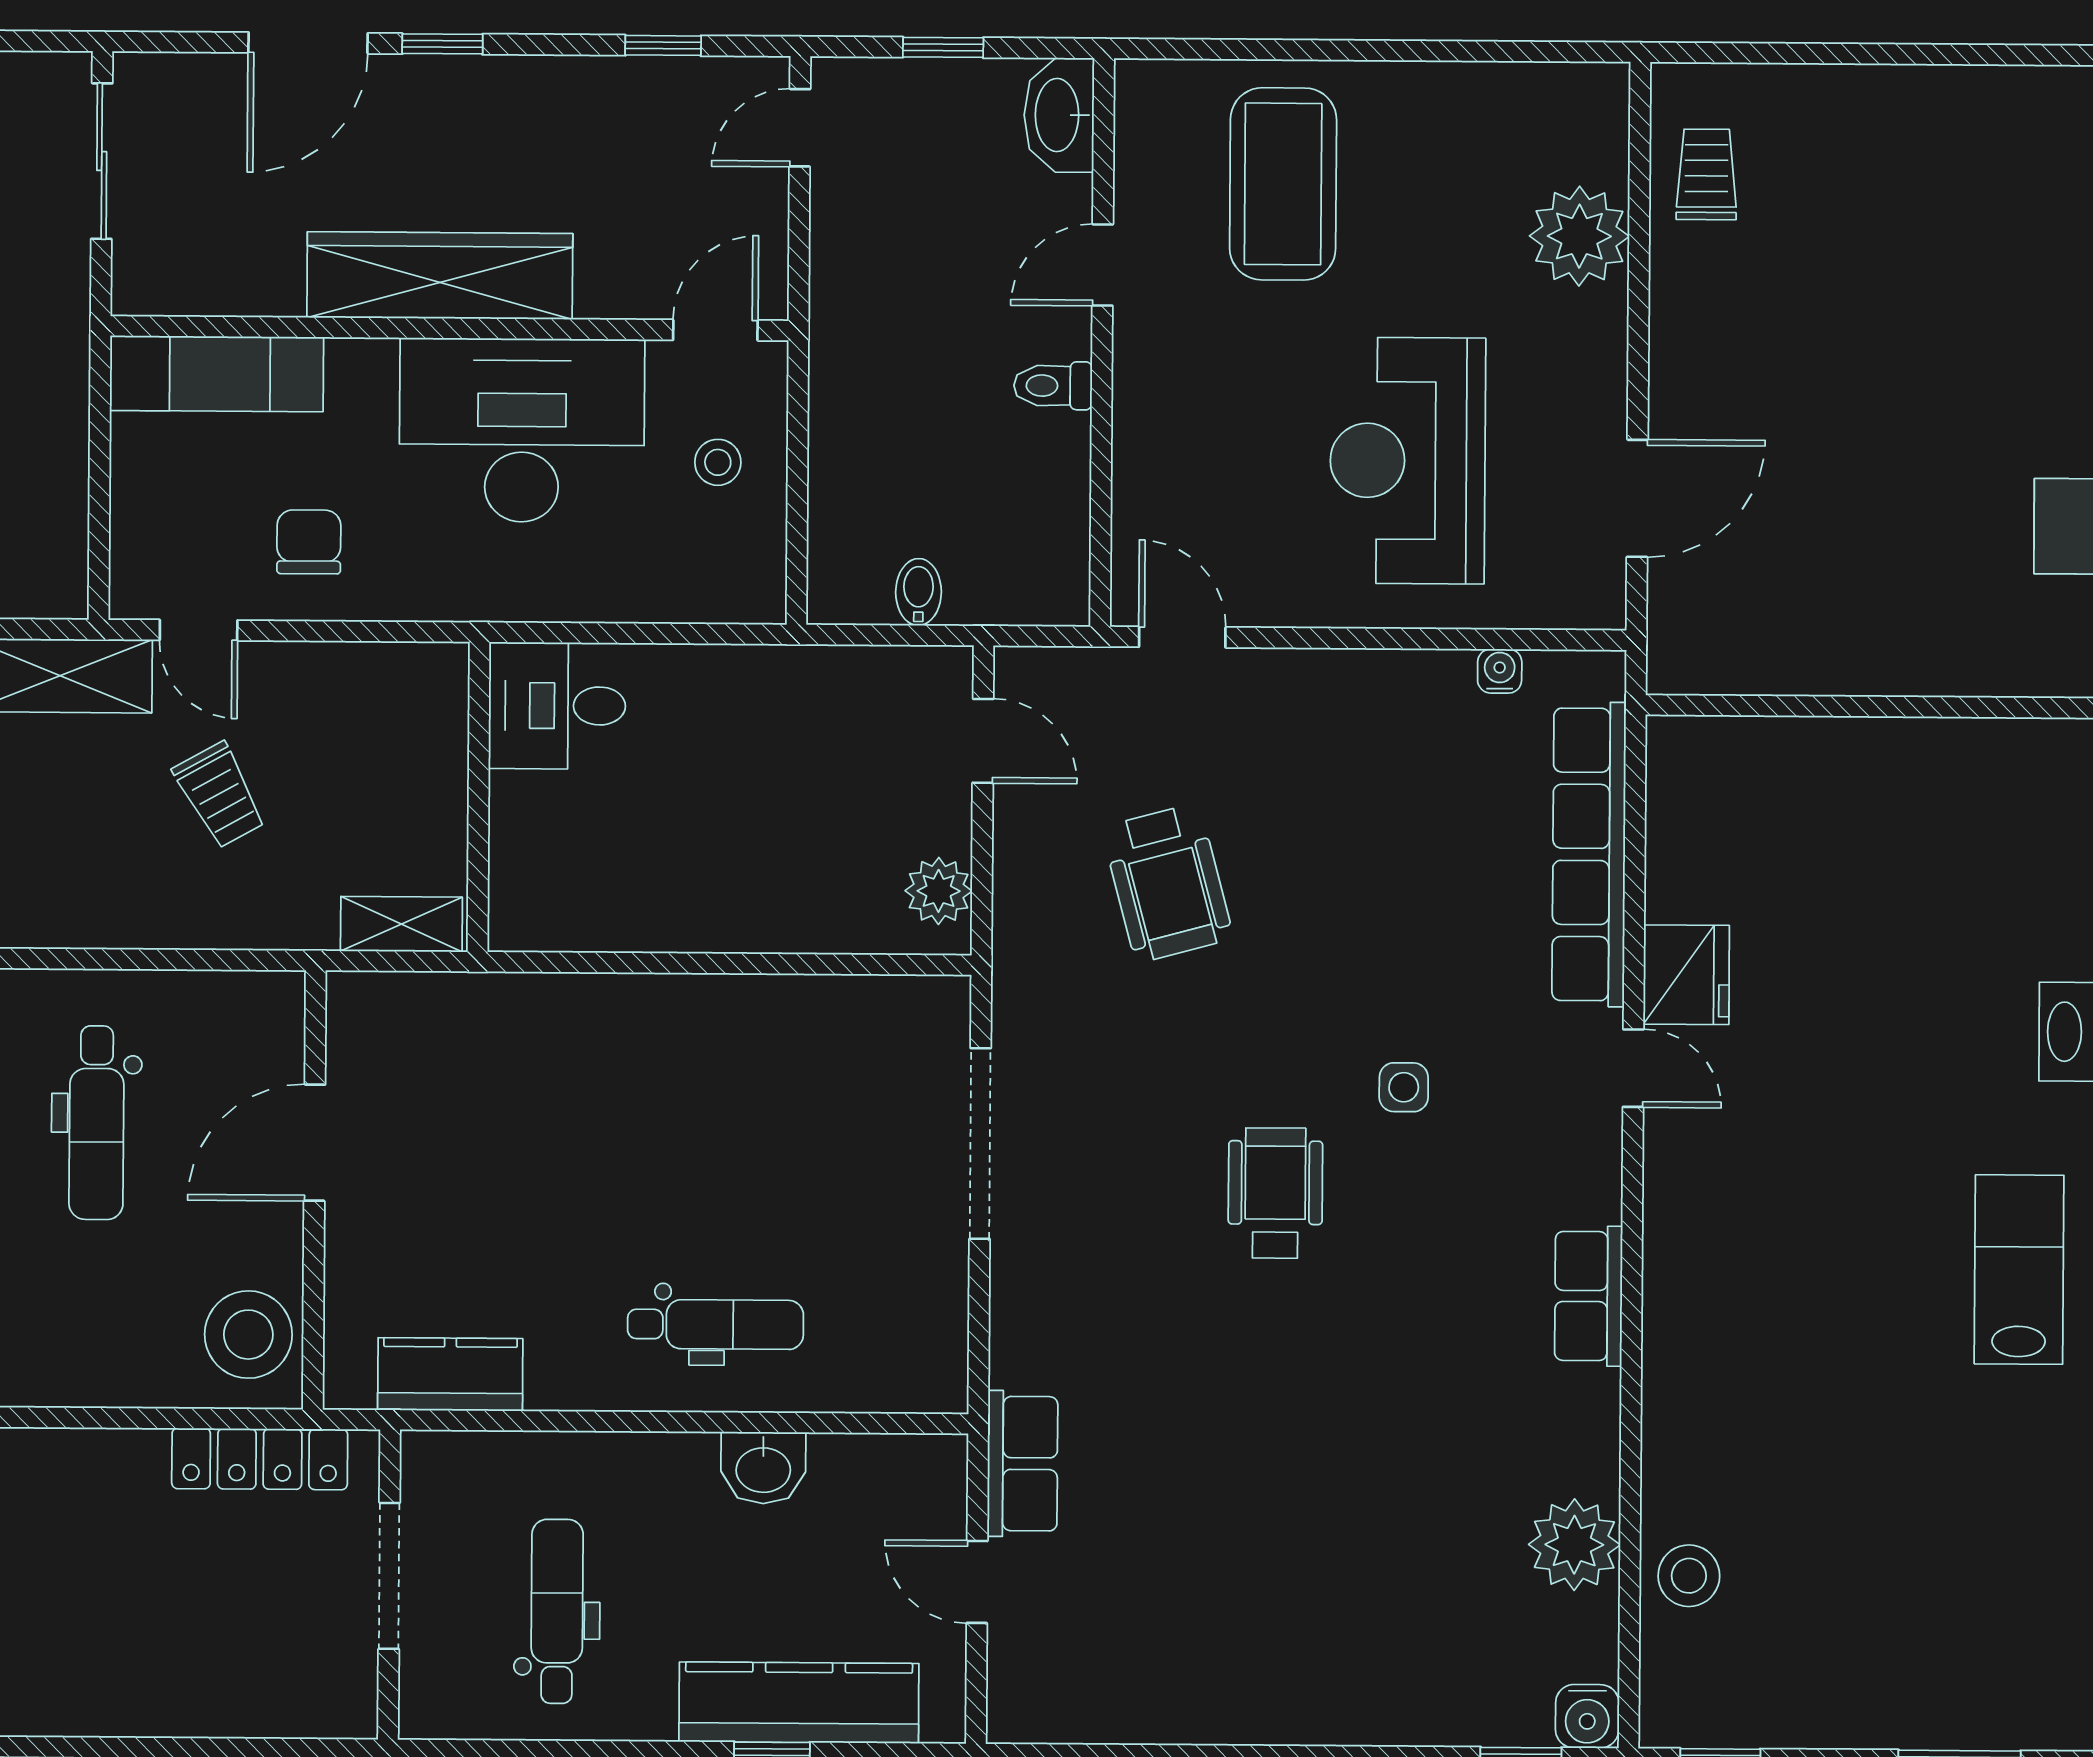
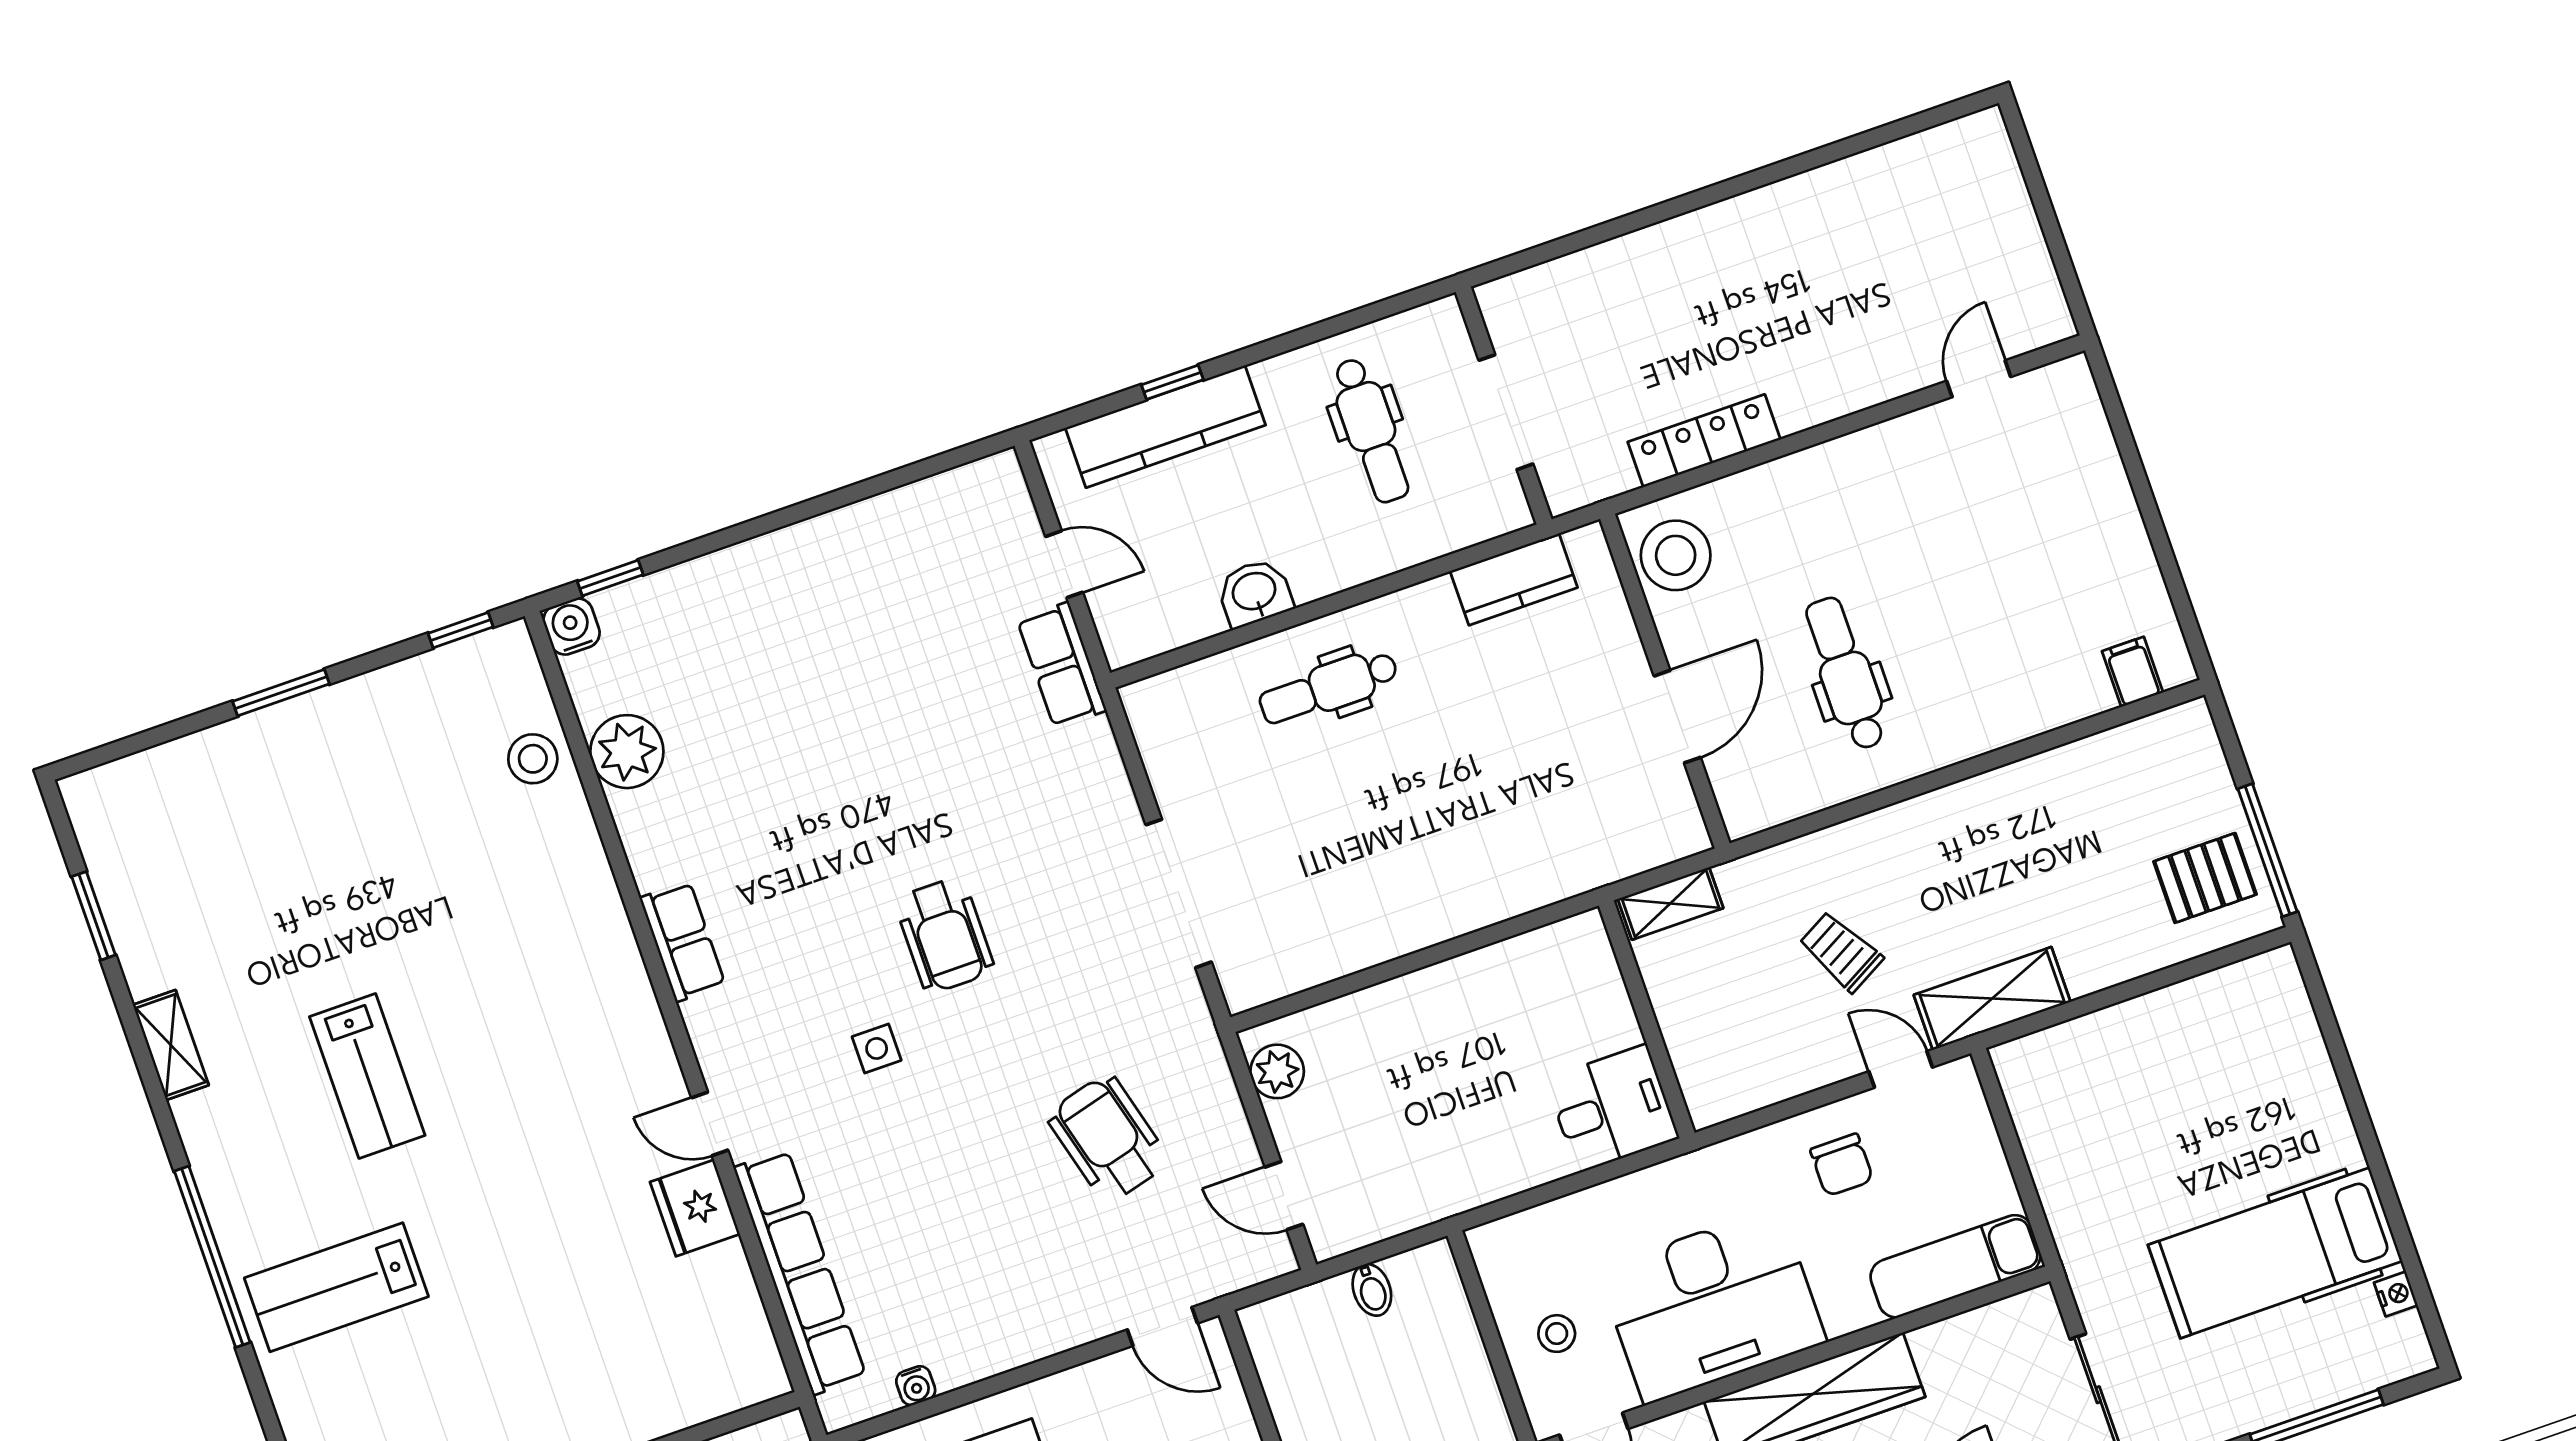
locker: (260, 1459) -> (1704, 441), moved

